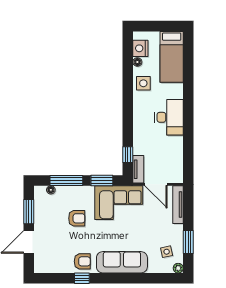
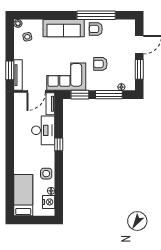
desk: (169, 117) -> (43, 130), moved, turned 180
window: (128, 155) -> (59, 144), moved
door: (156, 184) -> (36, 92), swing flipped
window: (188, 242) -> (10, 70), moved
window: (82, 278) -> (96, 15), width x3.17

